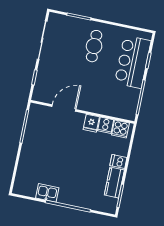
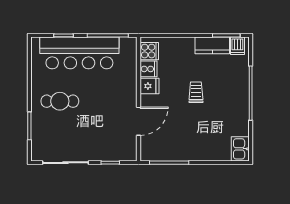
bar counter: (133, 62) -> (79, 53), width x1.36
door: (64, 108) -> (138, 121), swing flipped
trolley: (78, 161) -> (196, 92), added
dishwasher: (118, 161) -> (237, 46), moved
kitchen sink: (47, 193) -> (240, 149), moved

